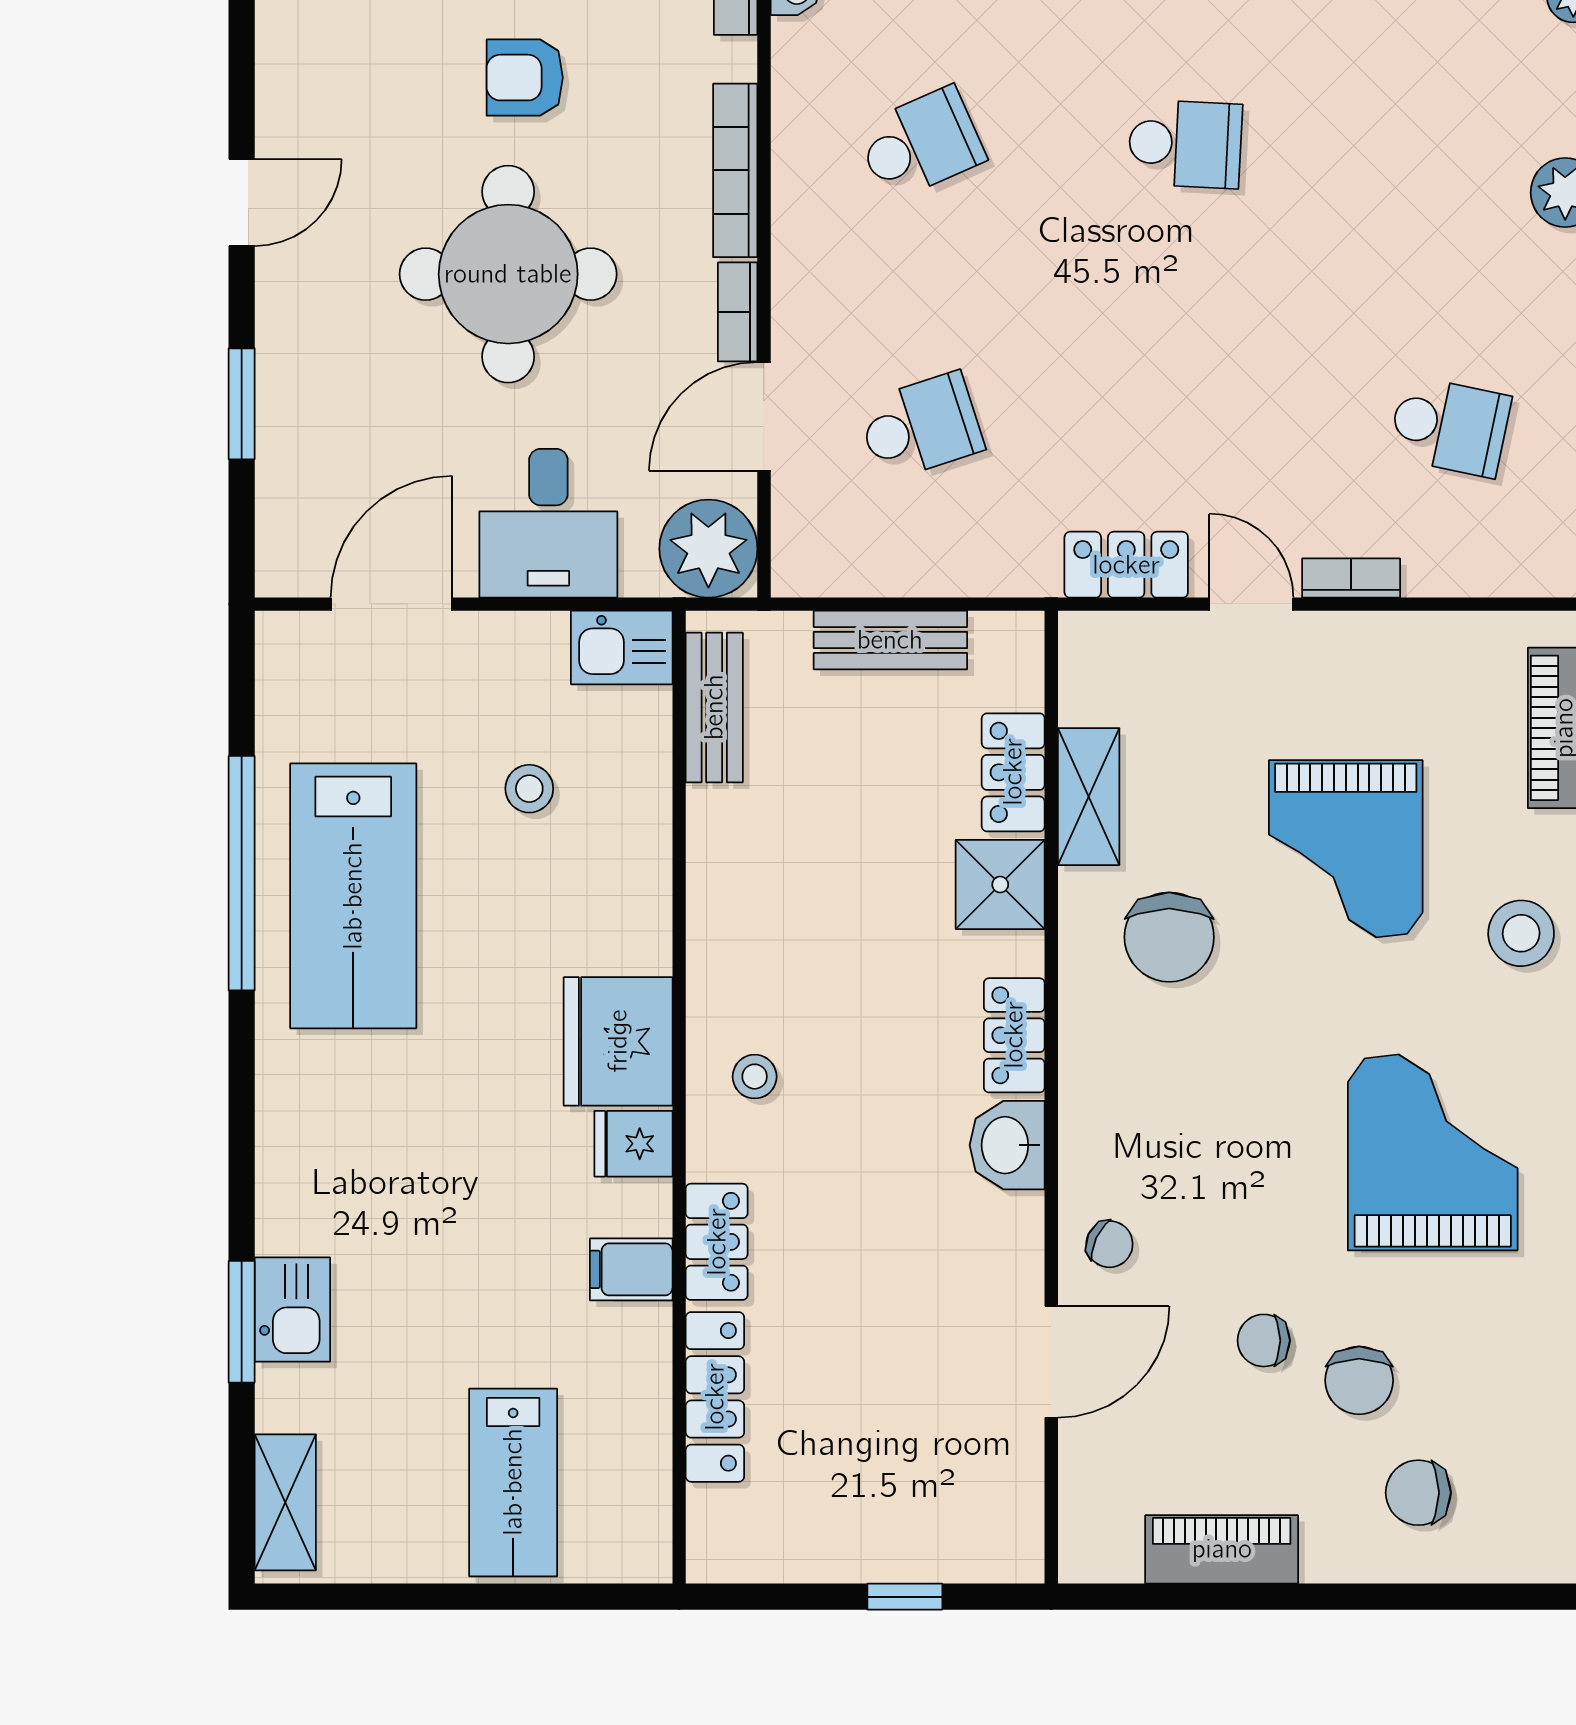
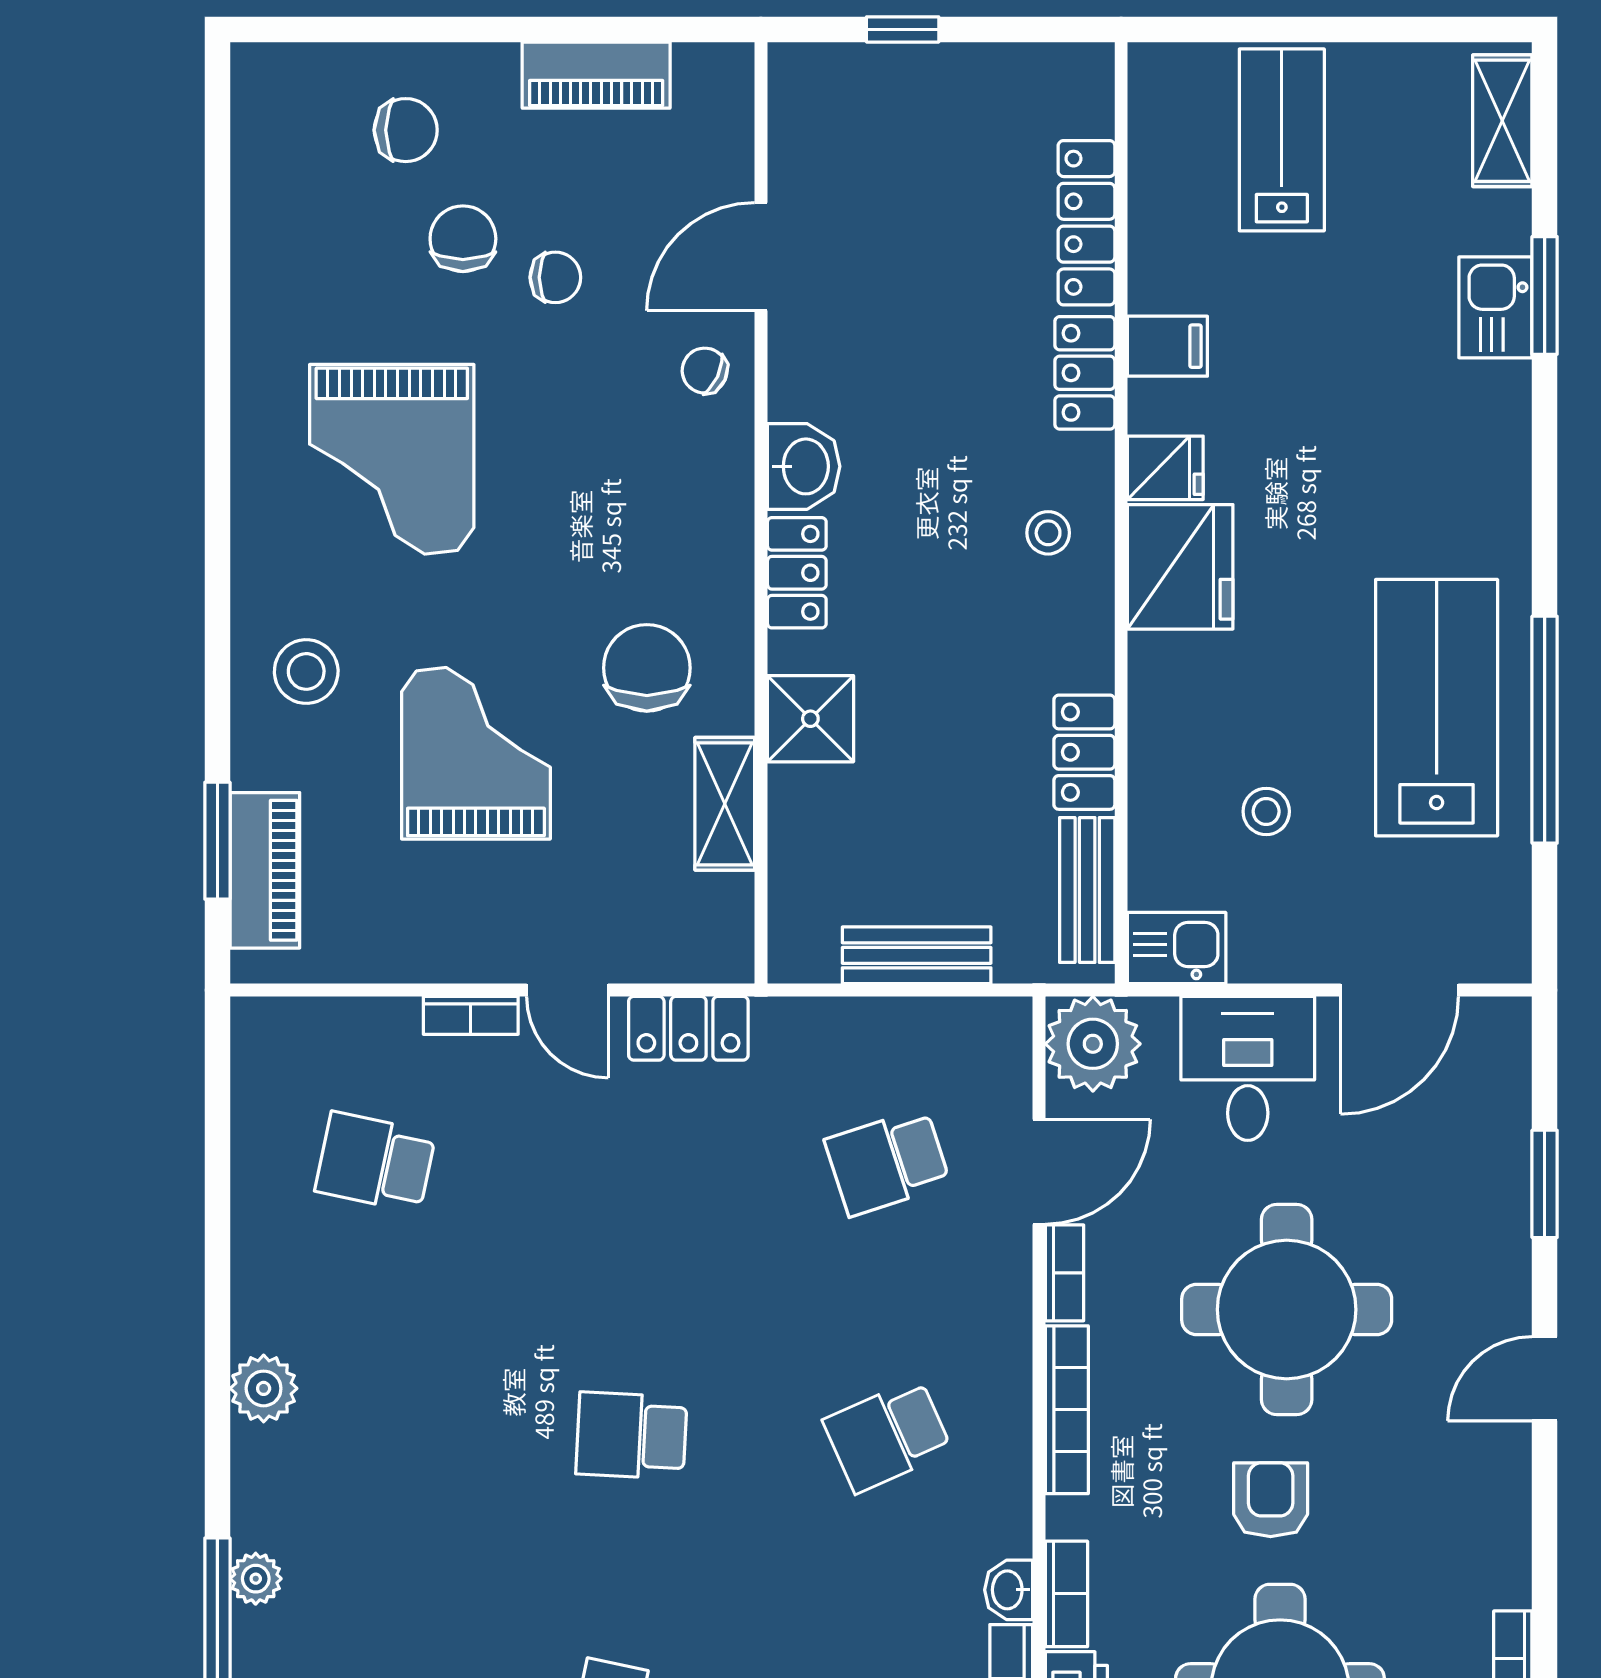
armchair: (525, 78) -> (1271, 1500), turned -90
locker: (1013, 772) -> (1084, 752), moved, turned 180

